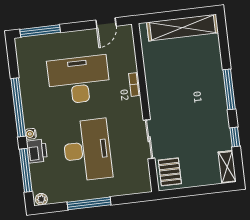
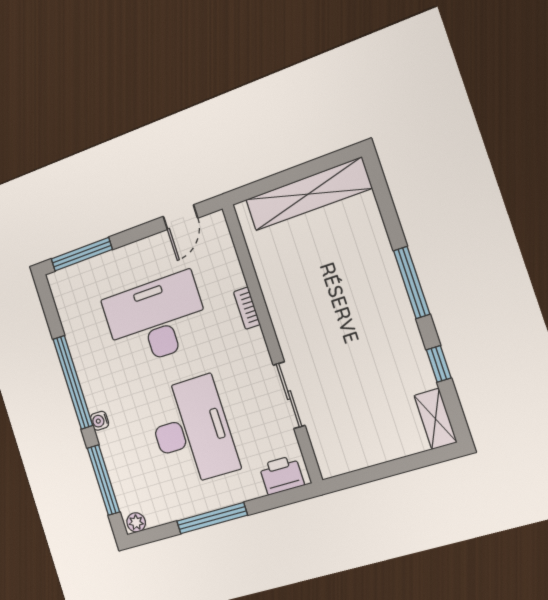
printer: (37, 151) -> (282, 475), moved, turned -90
pallet: (170, 172) -> (335, 444), removed

